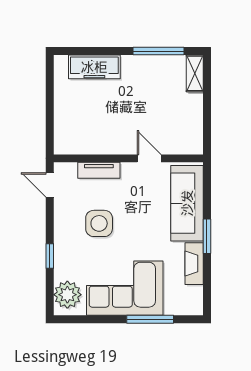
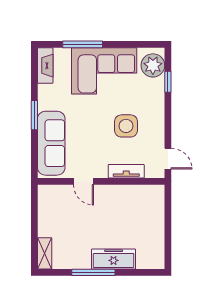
window: (159, 51) -> (93, 272), moved
freezer: (94, 67) -> (114, 259), moved
window: (50, 256) -> (168, 82), moved
fireplace: (194, 264) -> (45, 66), moved

